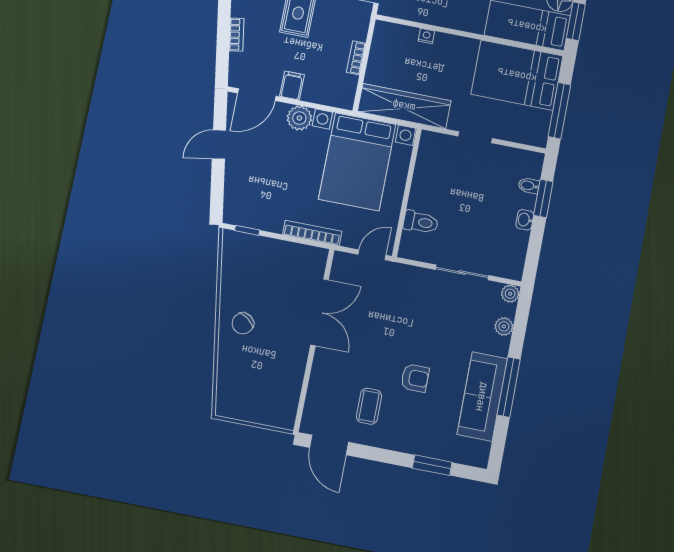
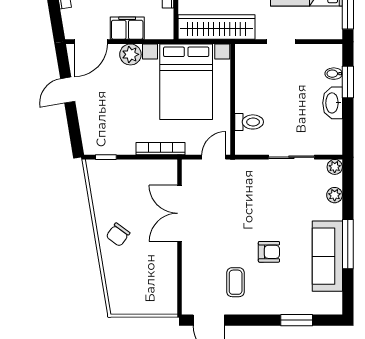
filing cabinet: (292, 86) -> (127, 28), width x2.00
washbasin: (525, 220) -> (333, 103), width x1.91, depth x1.45
double door: (319, 312) -> (179, 213), swing flipped

